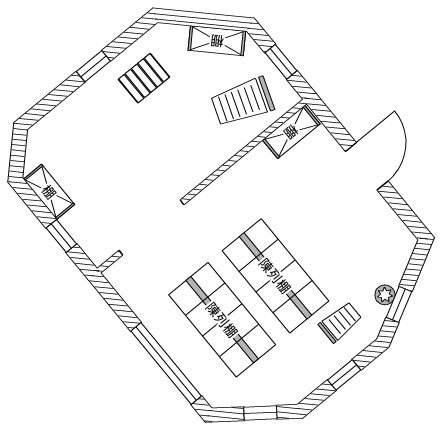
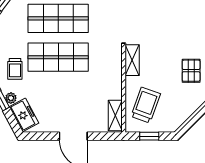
shelving: (217, 41) -> (132, 60), moved, turned -45
freezer: (393, 258) -> (24, 115), added

